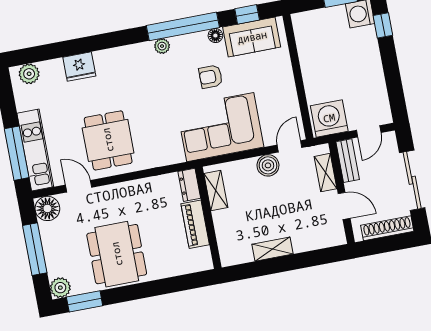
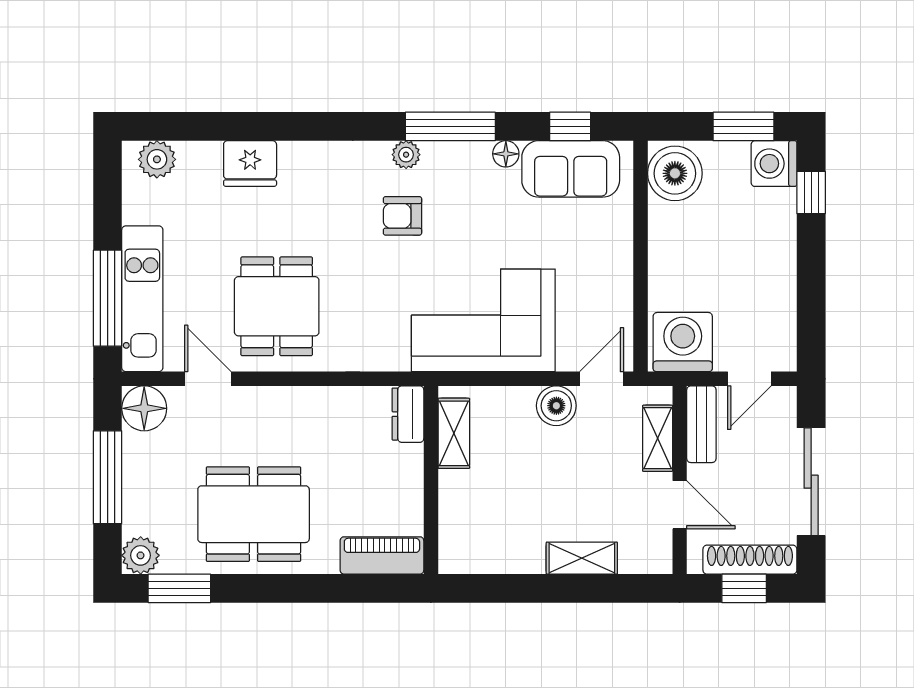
window: (183, 26) -> (450, 126), width x0.68
boiler: (308, 29) -> (675, 173), added
armchair: (211, 77) -> (402, 216), moved
piano: (195, 224) -> (382, 555), moved, turned 90
window: (387, 244) -> (744, 588), added
shelving: (273, 249) -> (582, 558), moved
dining table: (117, 254) -> (254, 514), turned 90

